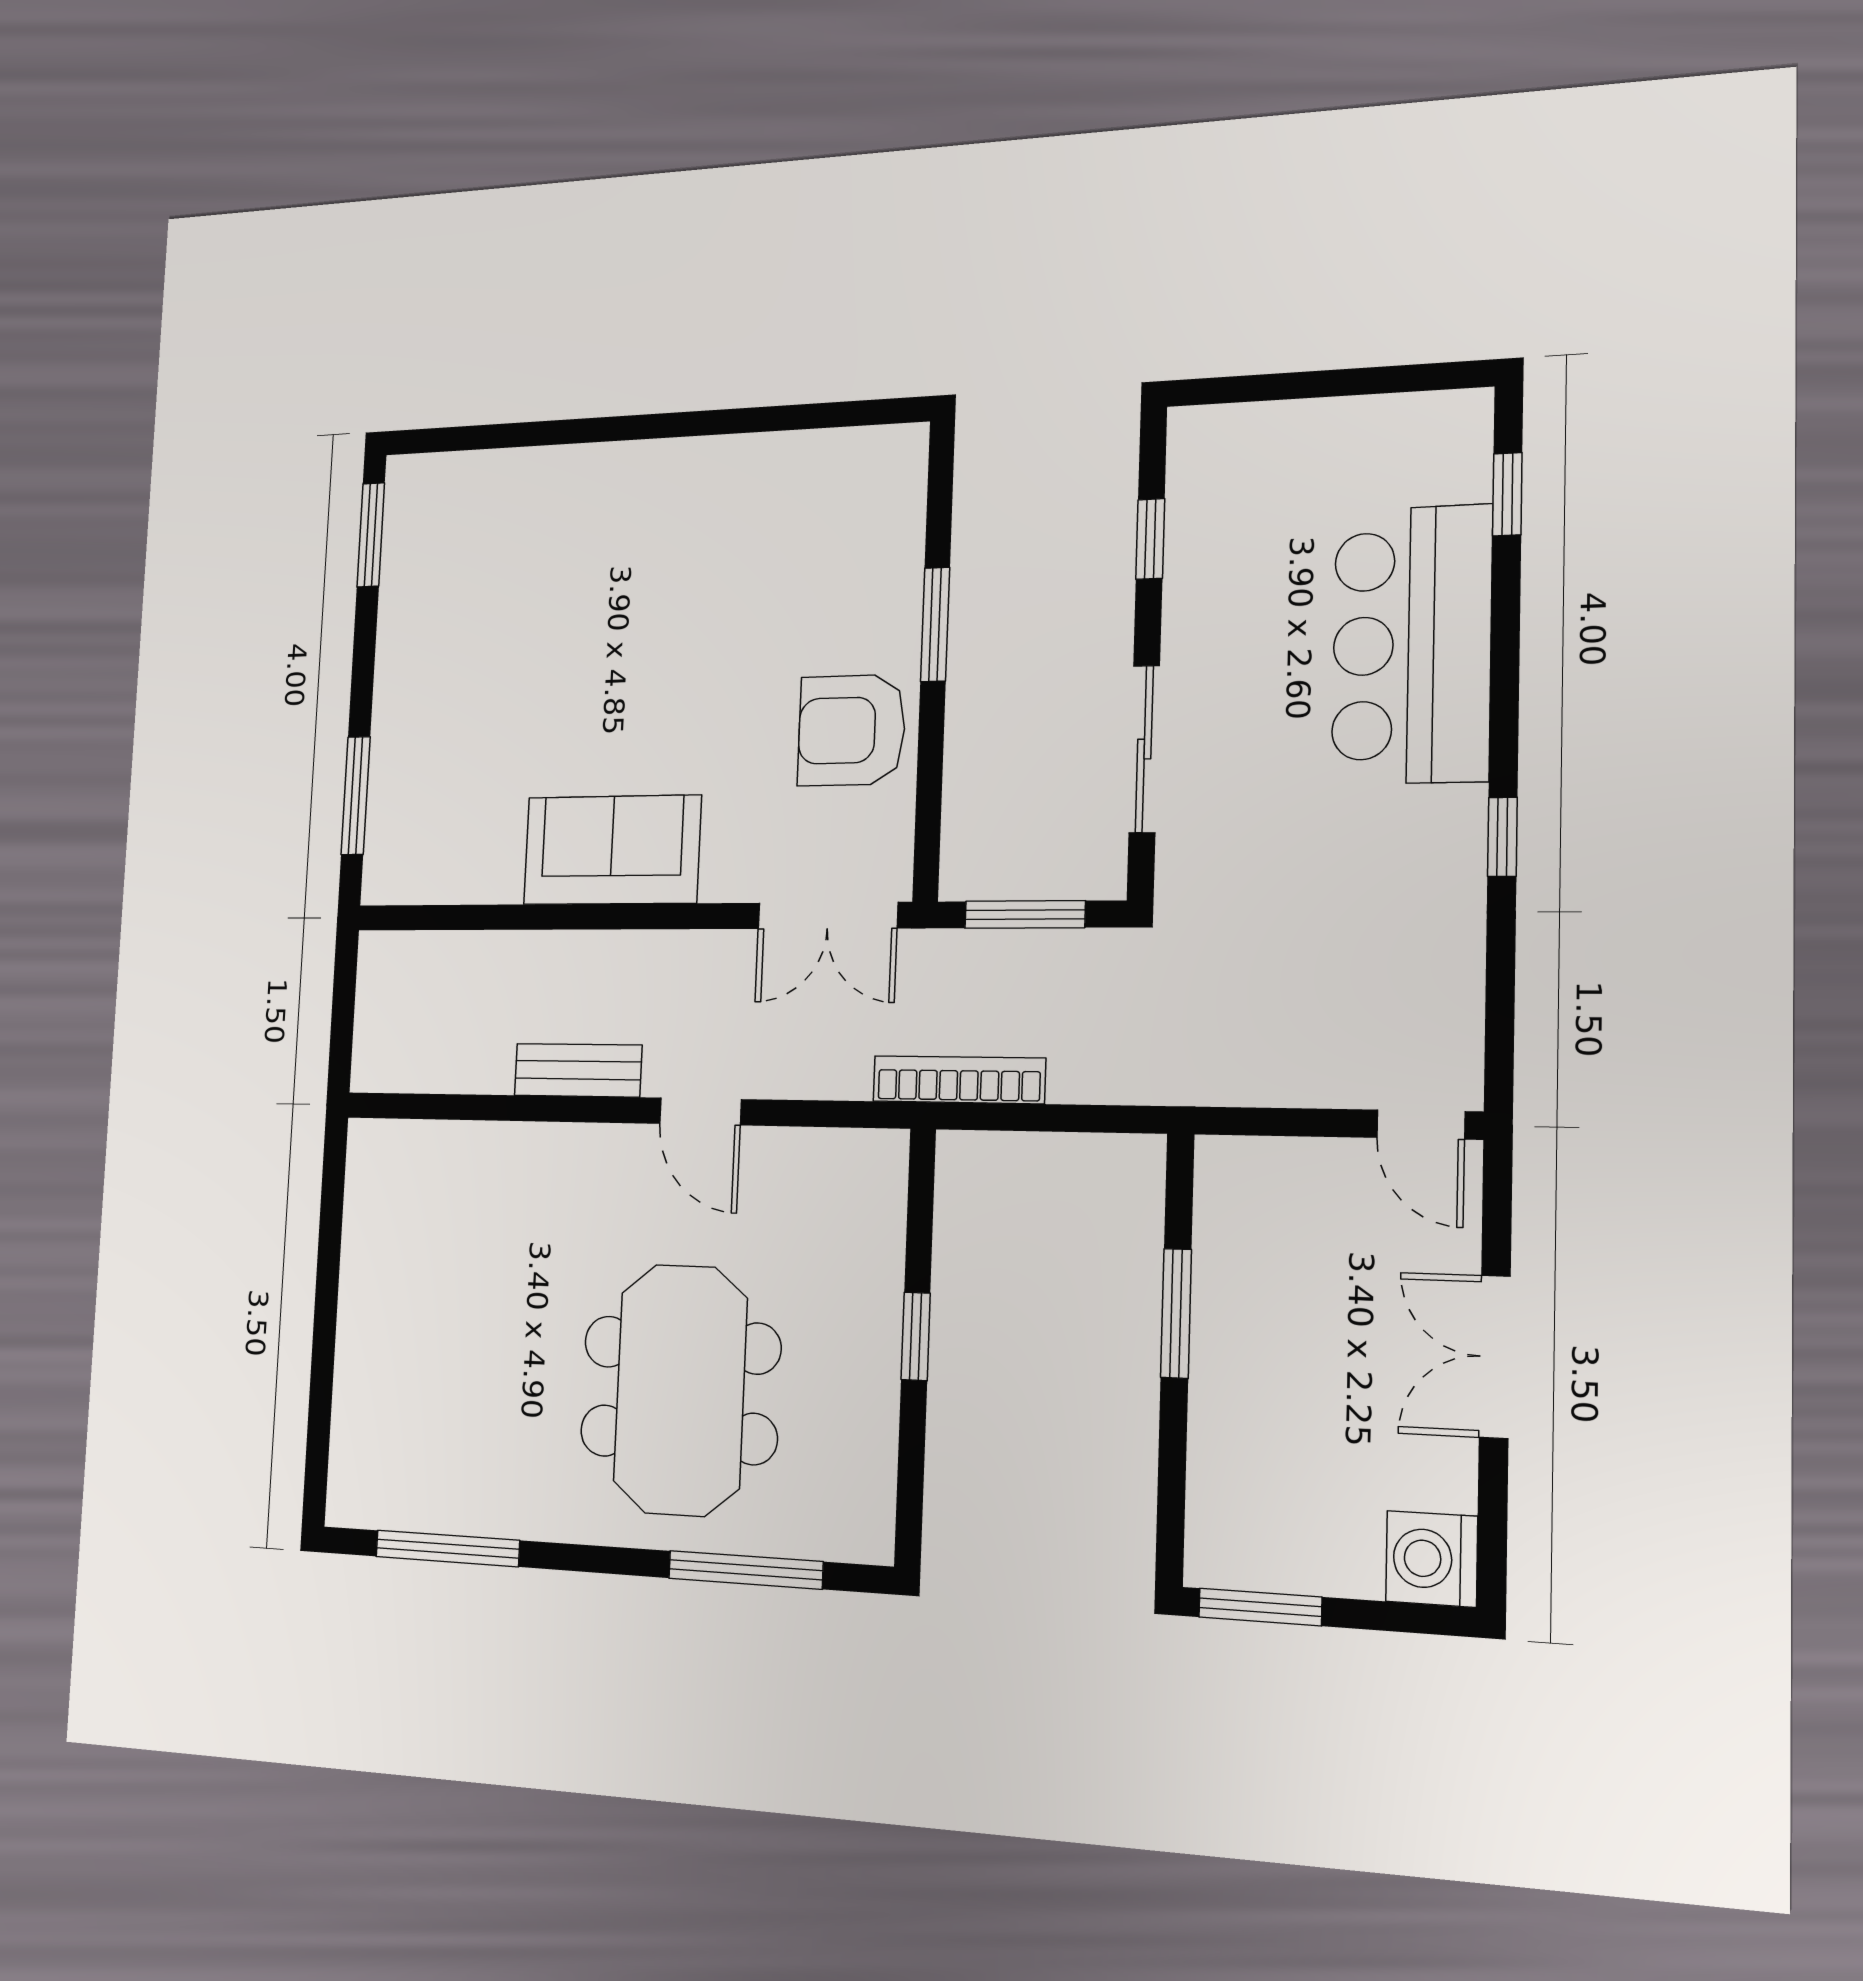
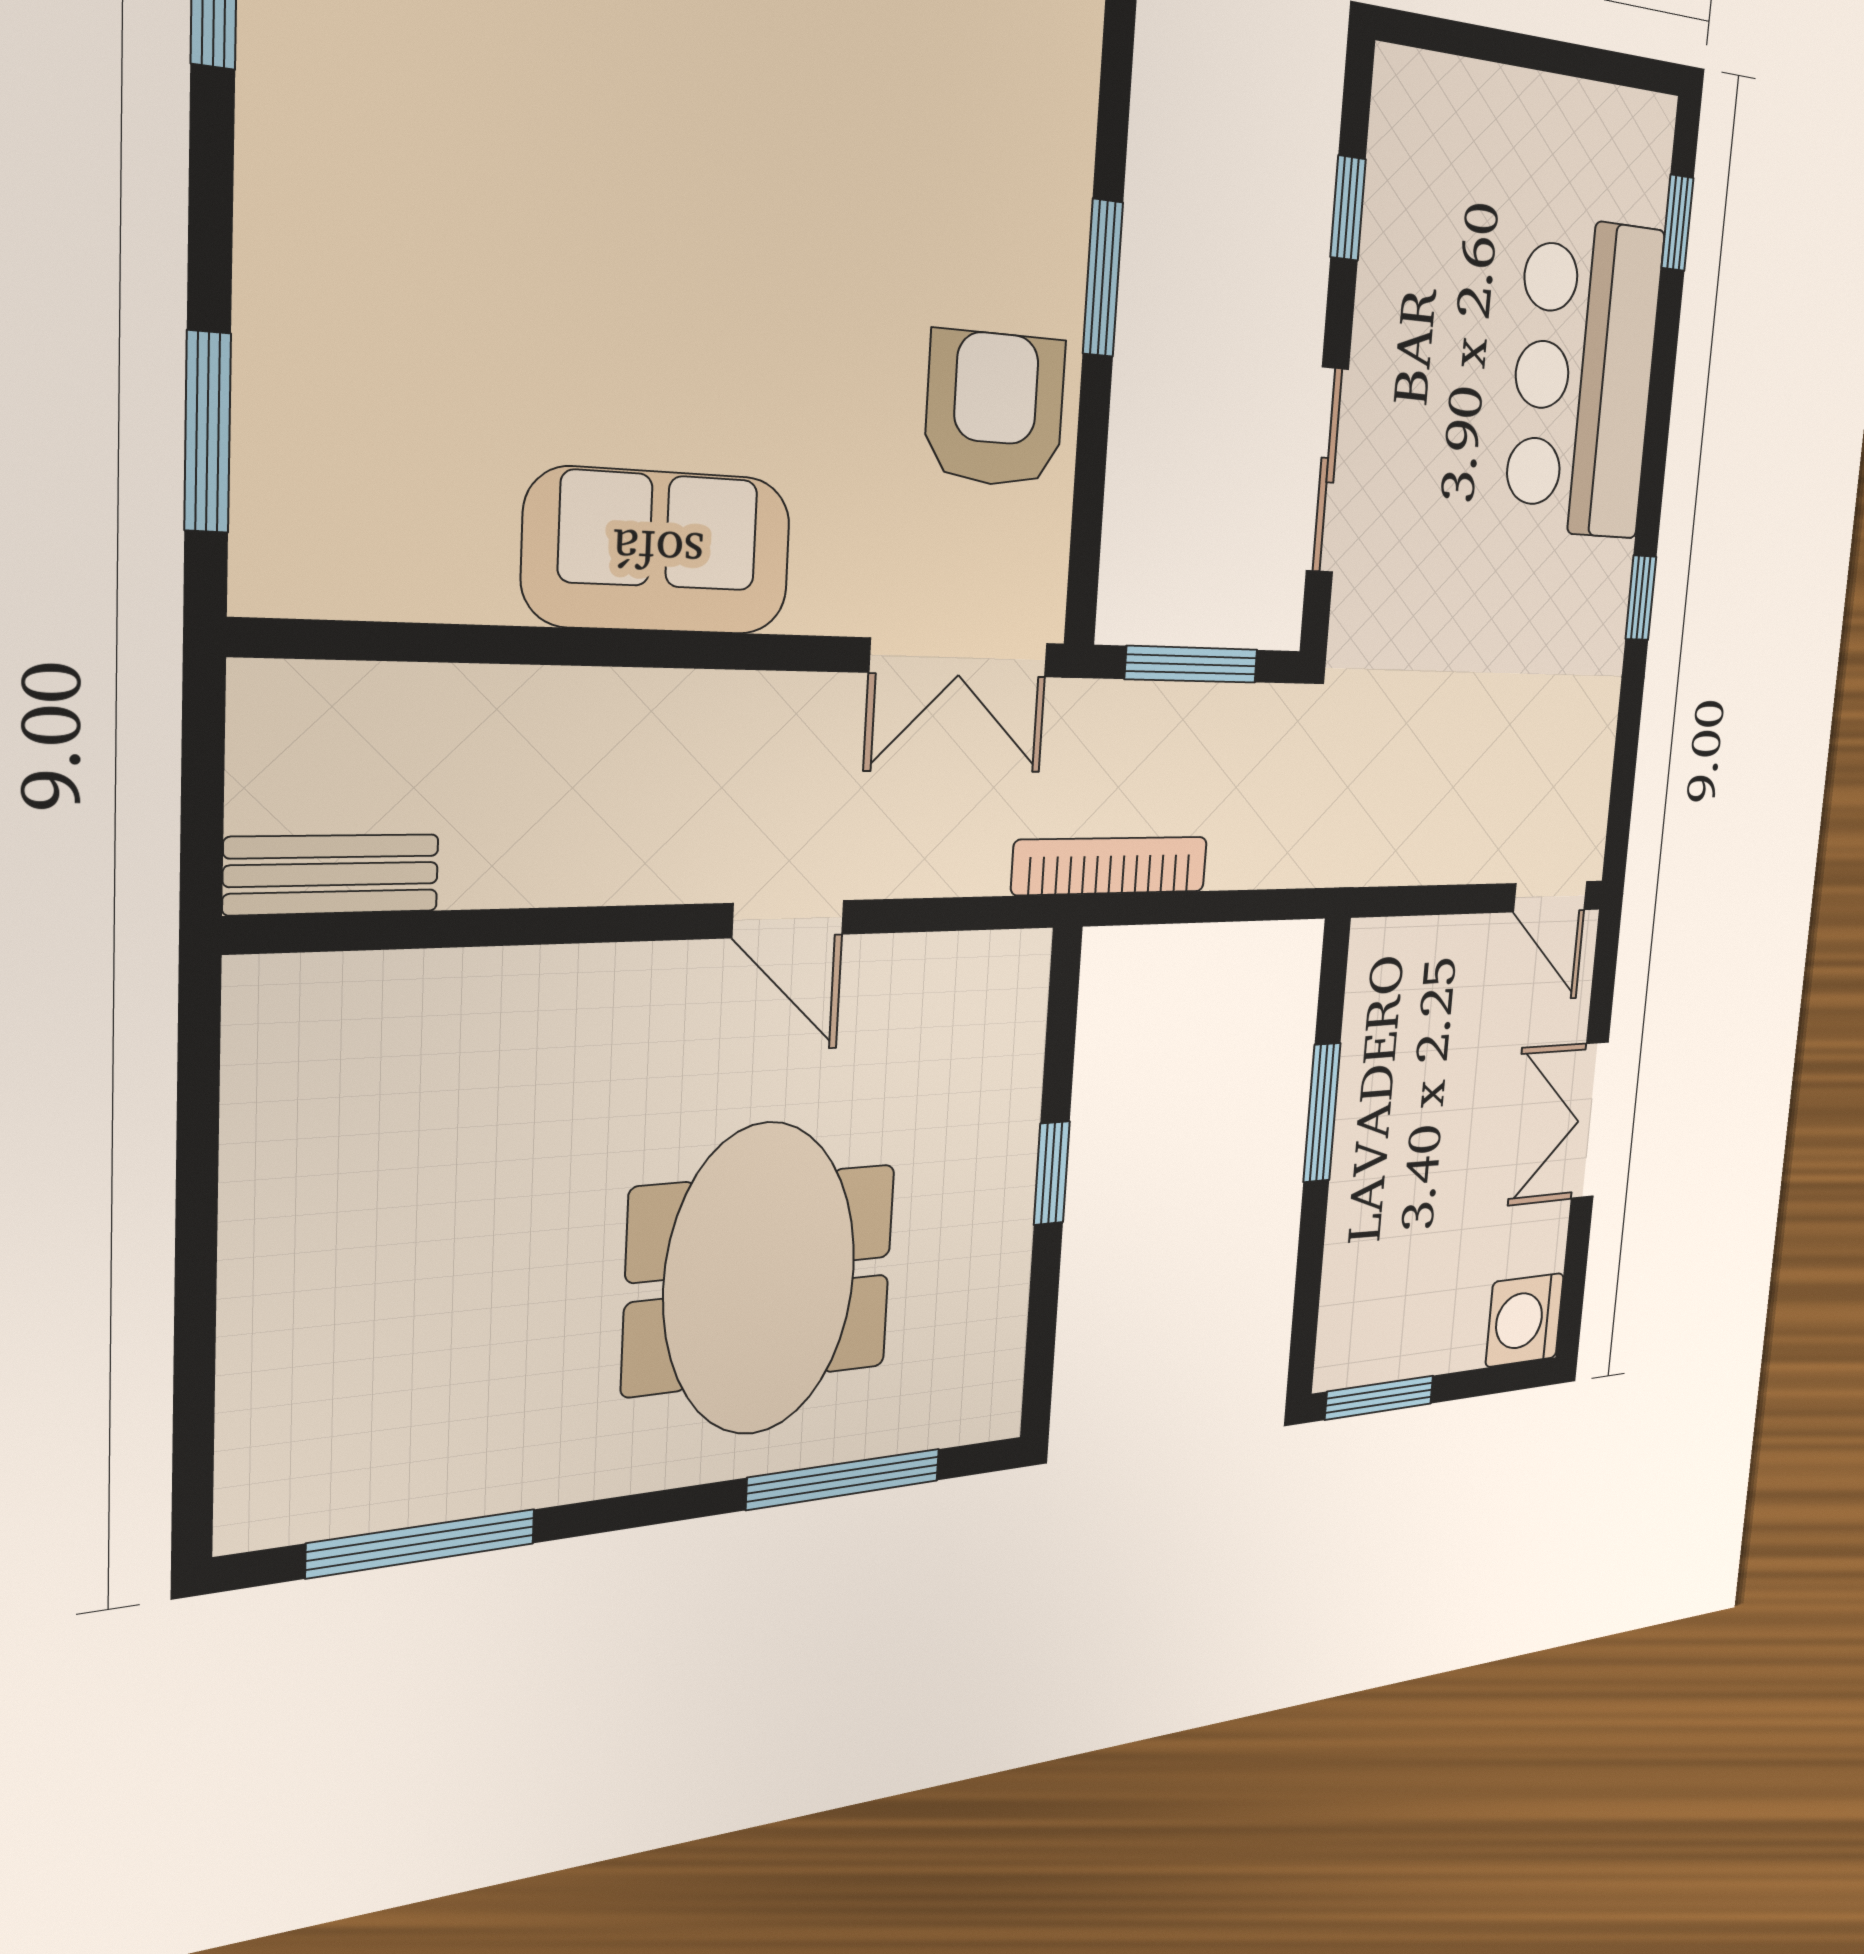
armchair: (852, 730) -> (995, 409), turned 90
bench: (578, 1070) -> (332, 874), moved

